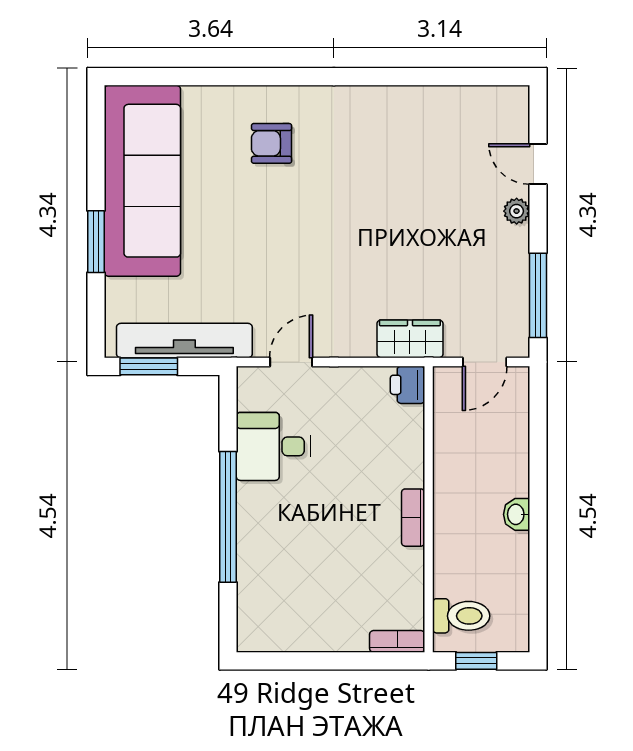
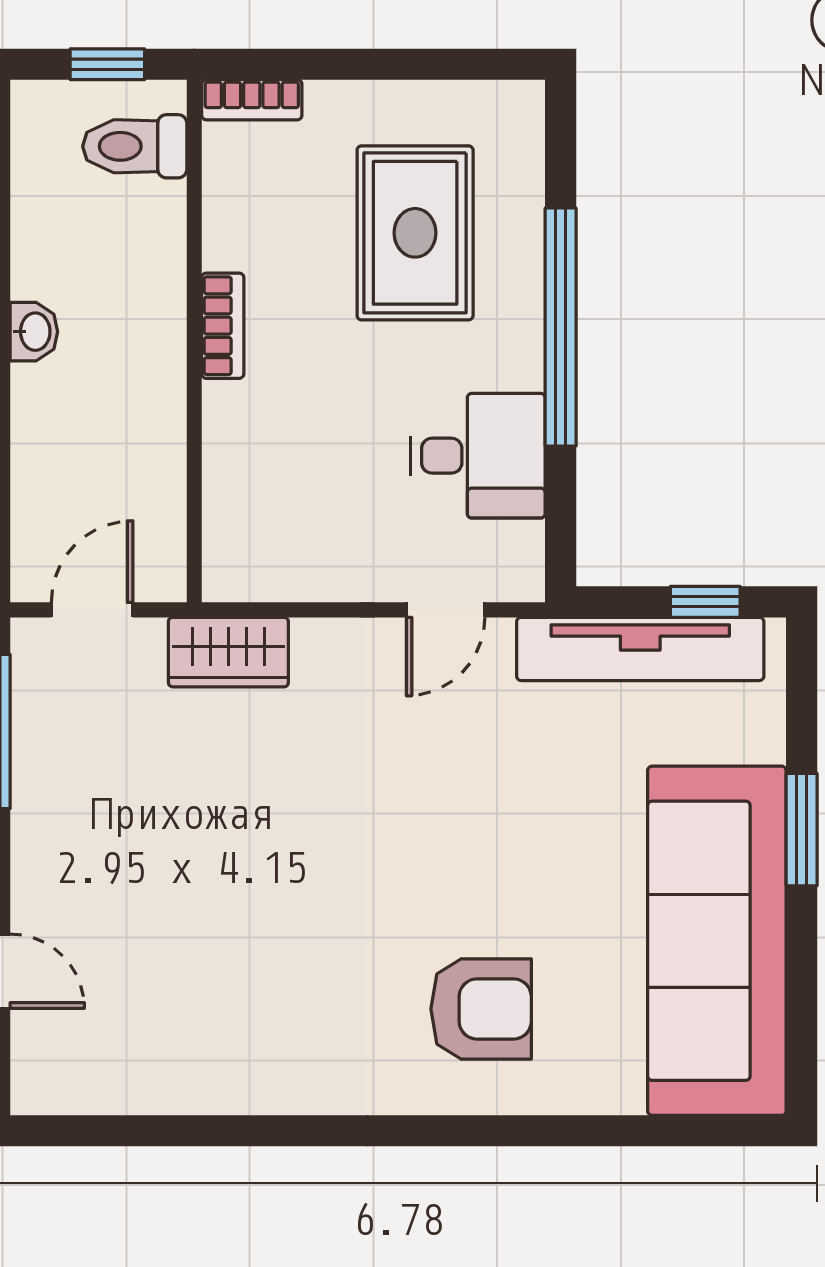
armchair: (272, 143) -> (481, 1009), width x1.38, depth x1.38
plant: (517, 211) -> (34, 885), removed
window: (149, 366) -> (705, 602), width x0.67
printer: (408, 385) -> (233, 568), removed
rug: (308, 568) -> (415, 233), added

